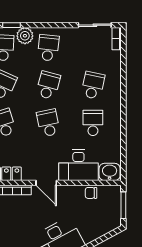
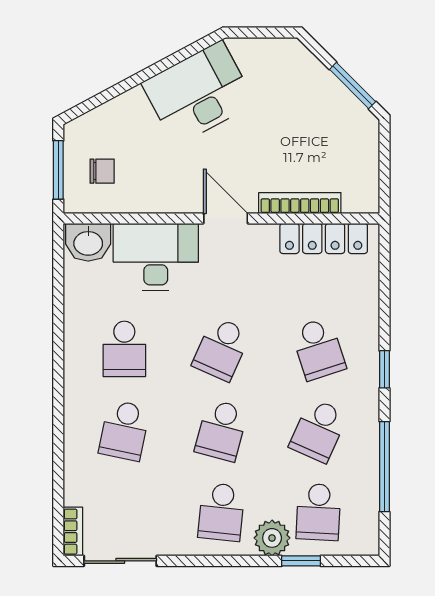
school desk: (48, 123) -> (221, 349), turned 36
chair: (91, 193) -> (102, 171), moved

